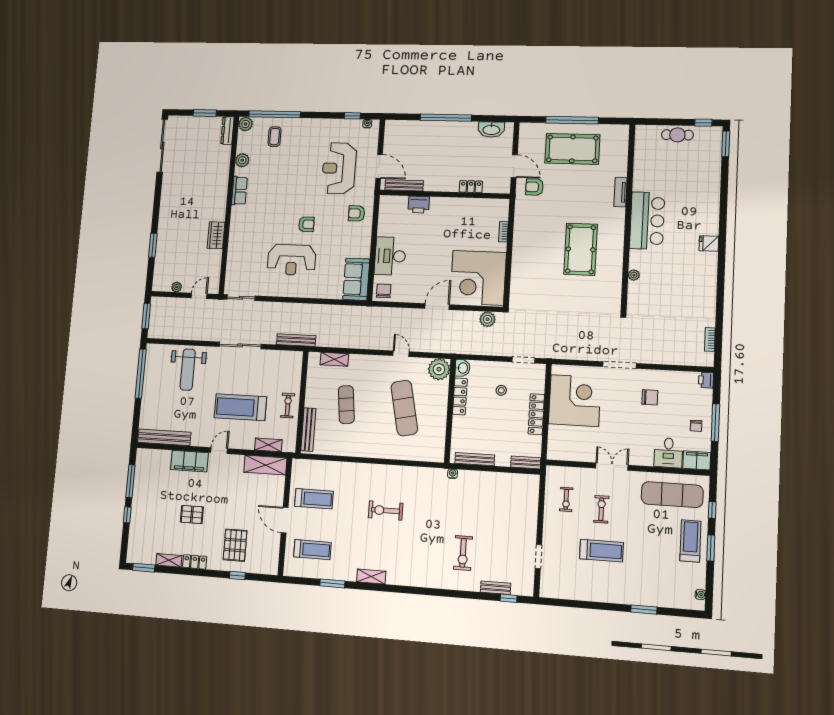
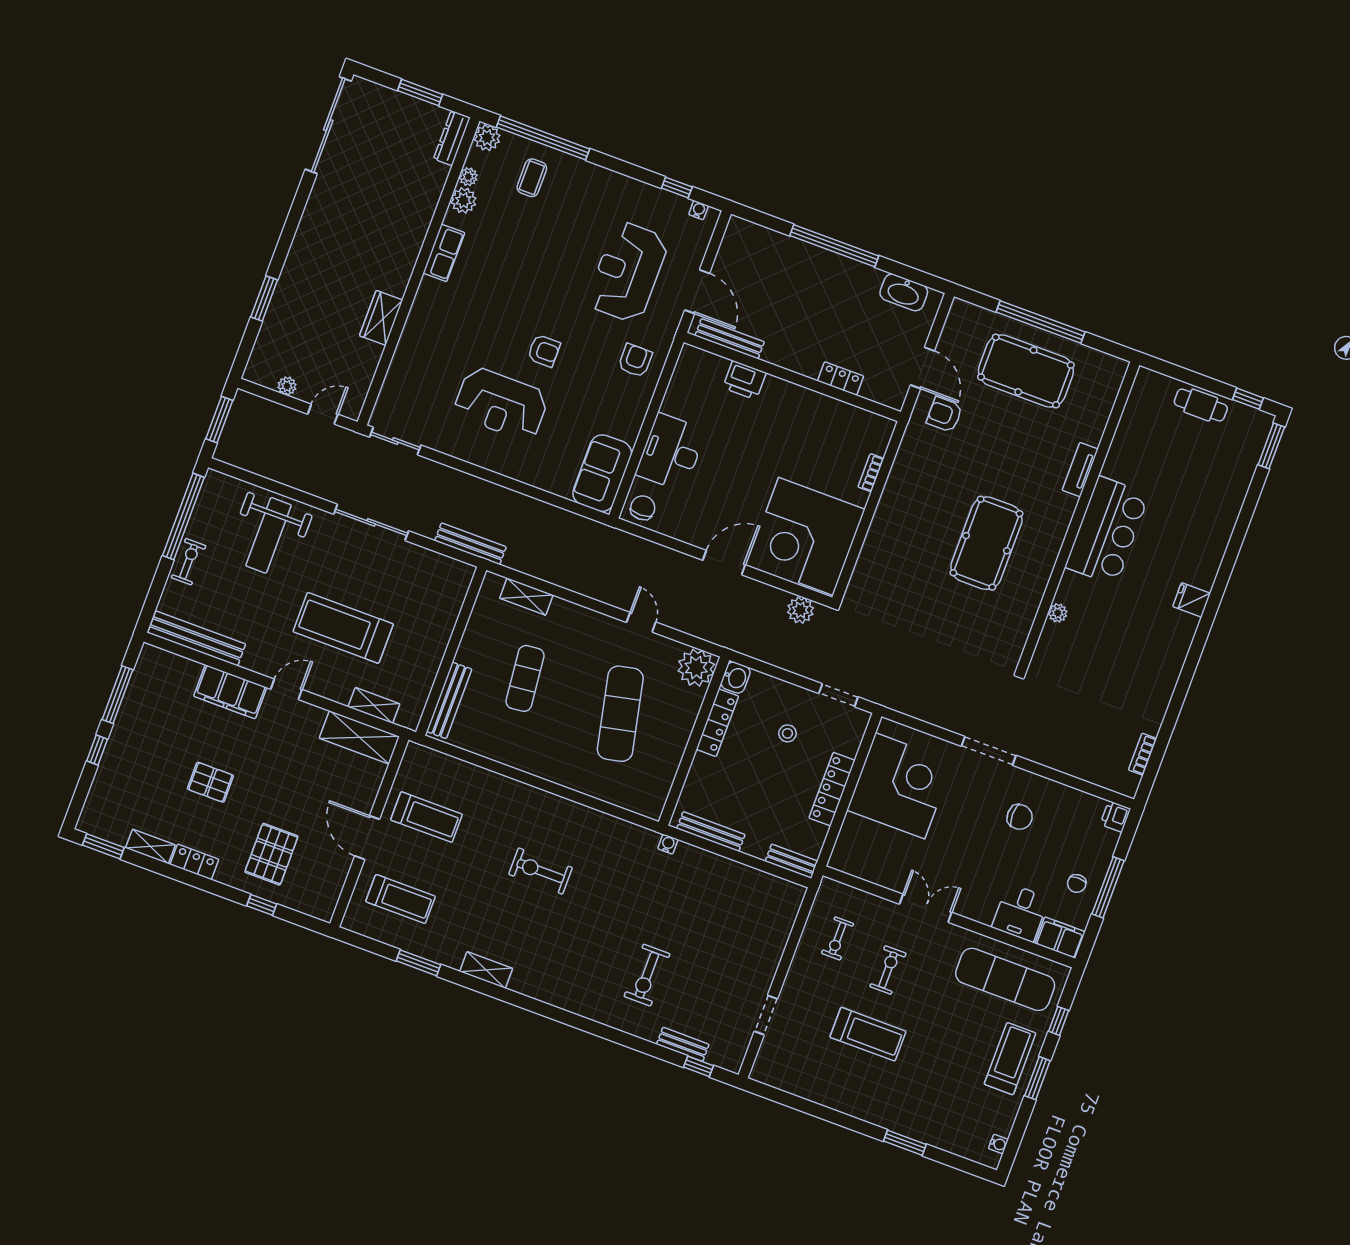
plant: (241, 147) -> (468, 177), added
armchair: (357, 213) -> (635, 360), turned 90
exercise bike: (288, 405) -> (189, 562), moved

